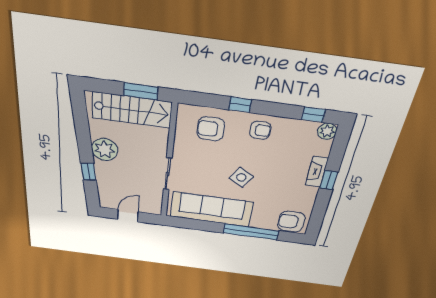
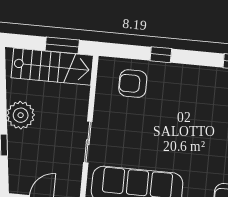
armchair: (260, 130) -> (183, 82), removed
side table: (241, 177) -> (168, 141), removed

